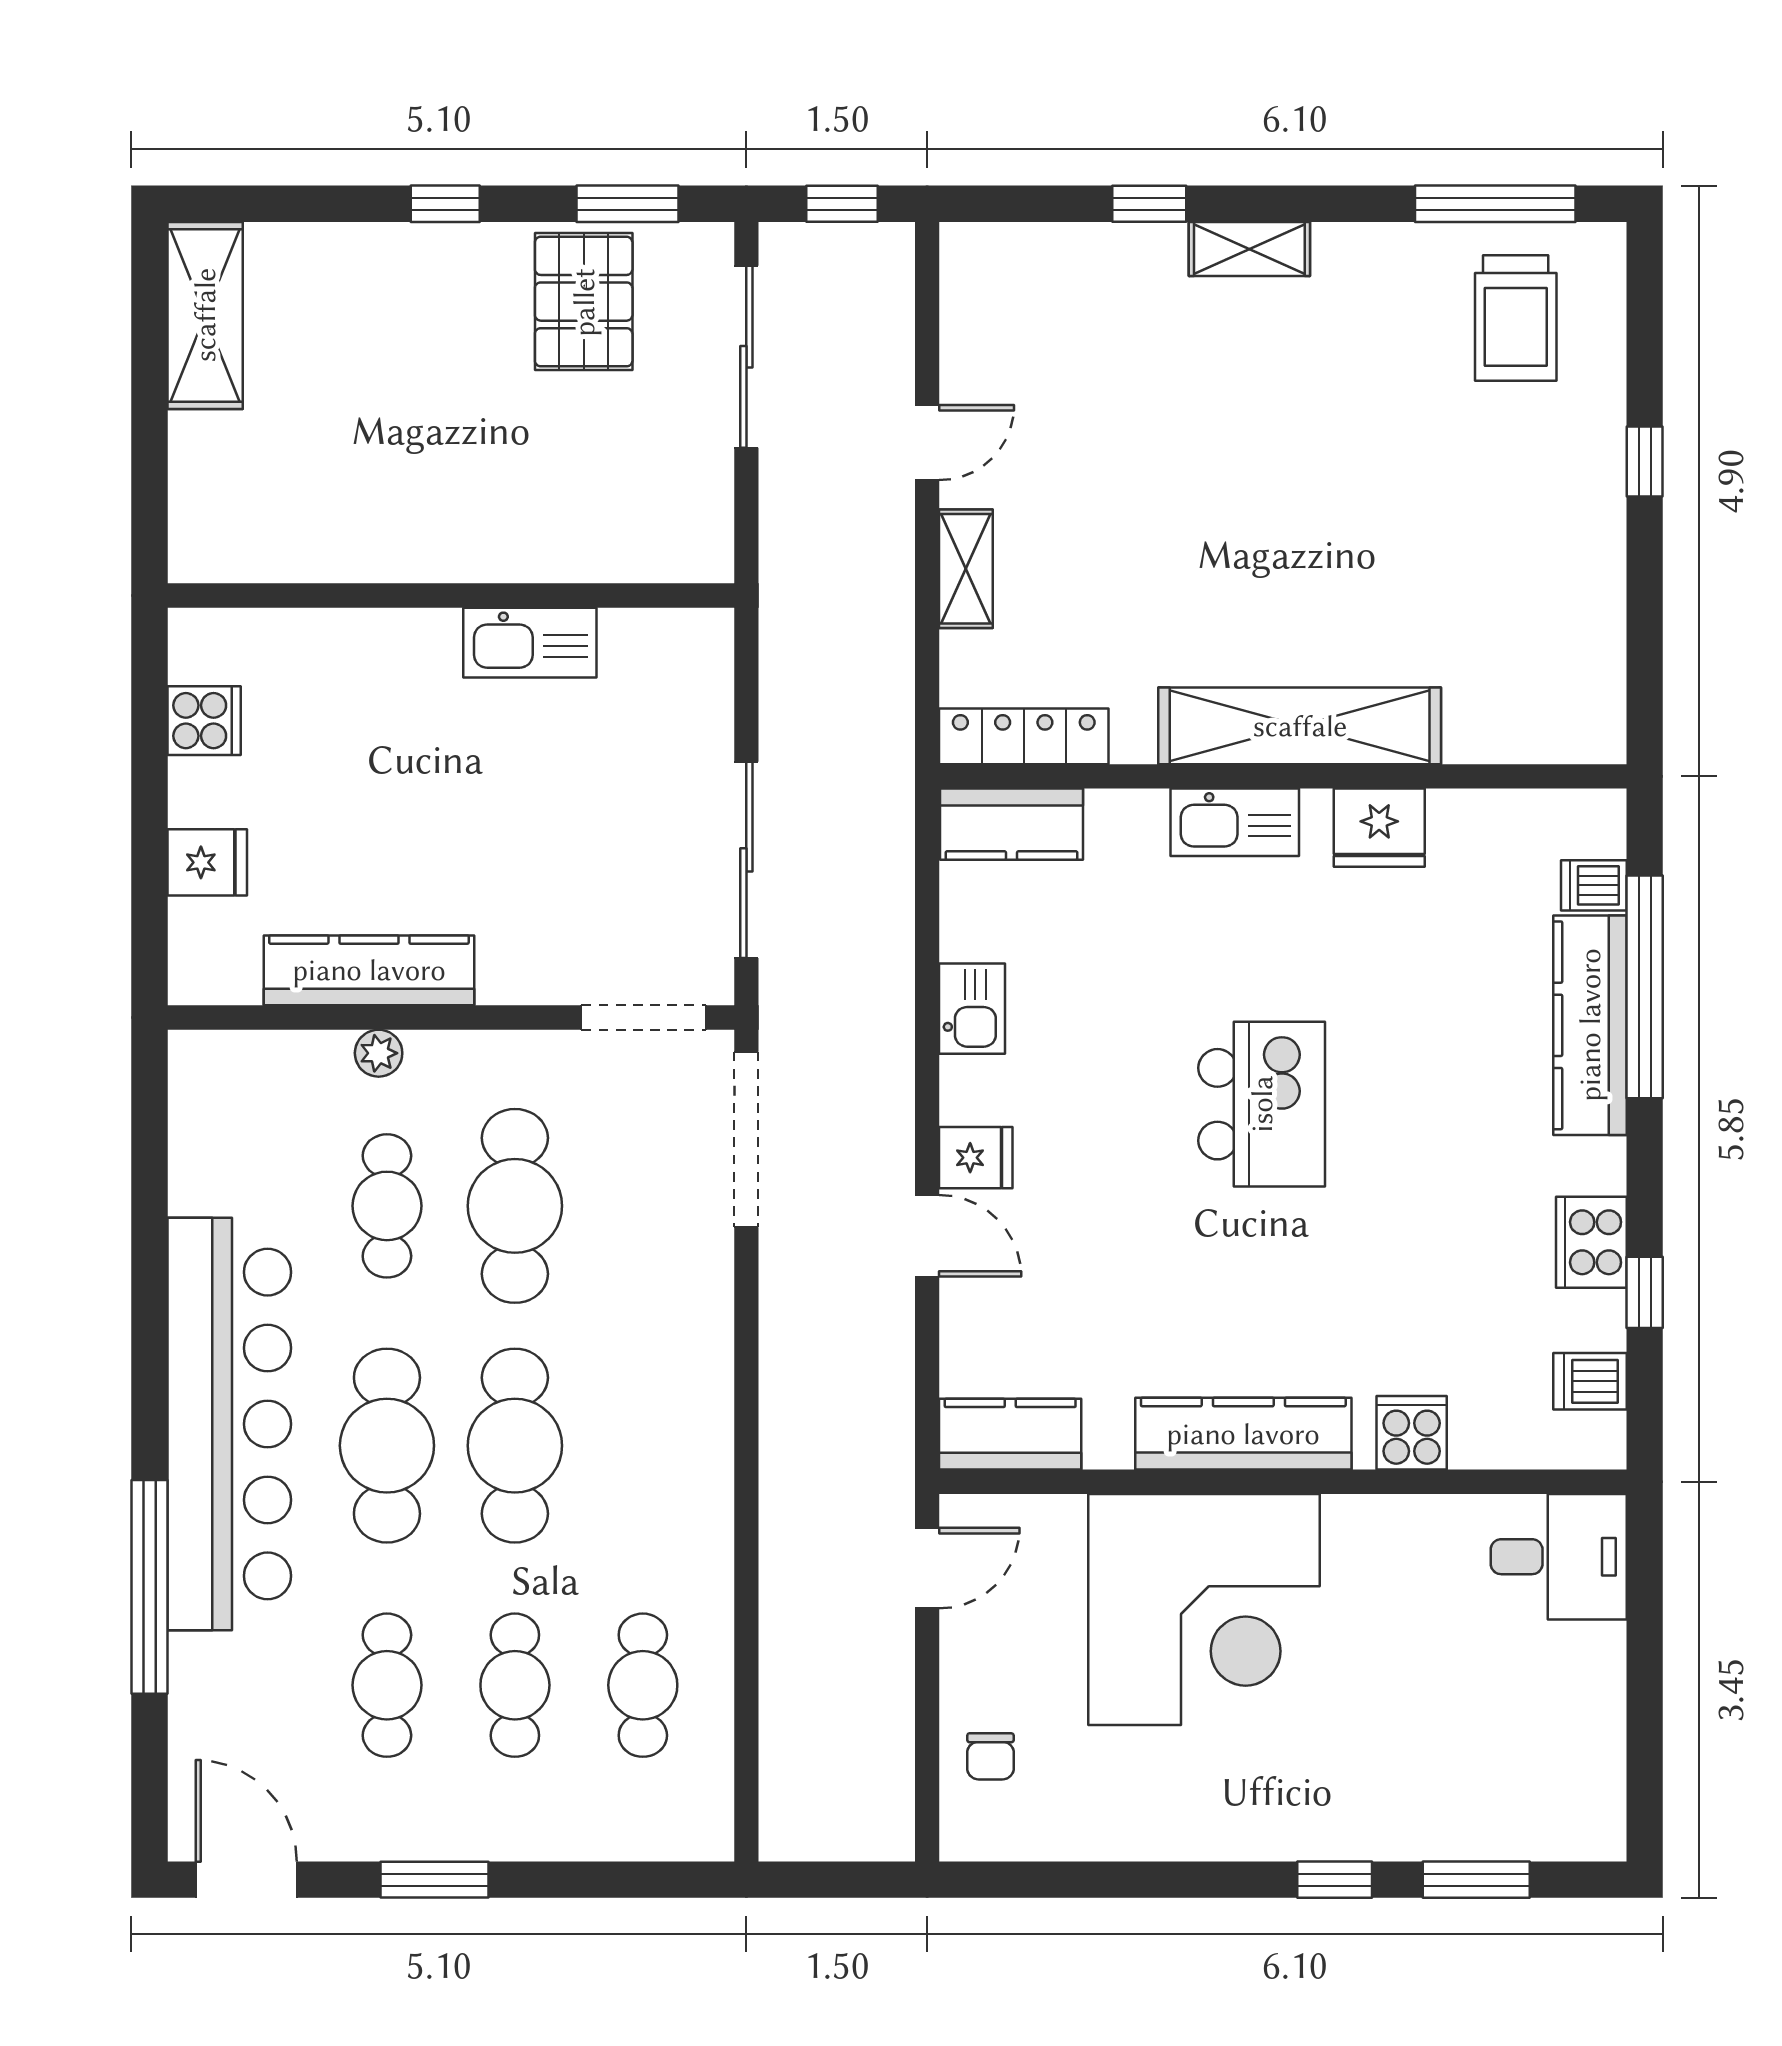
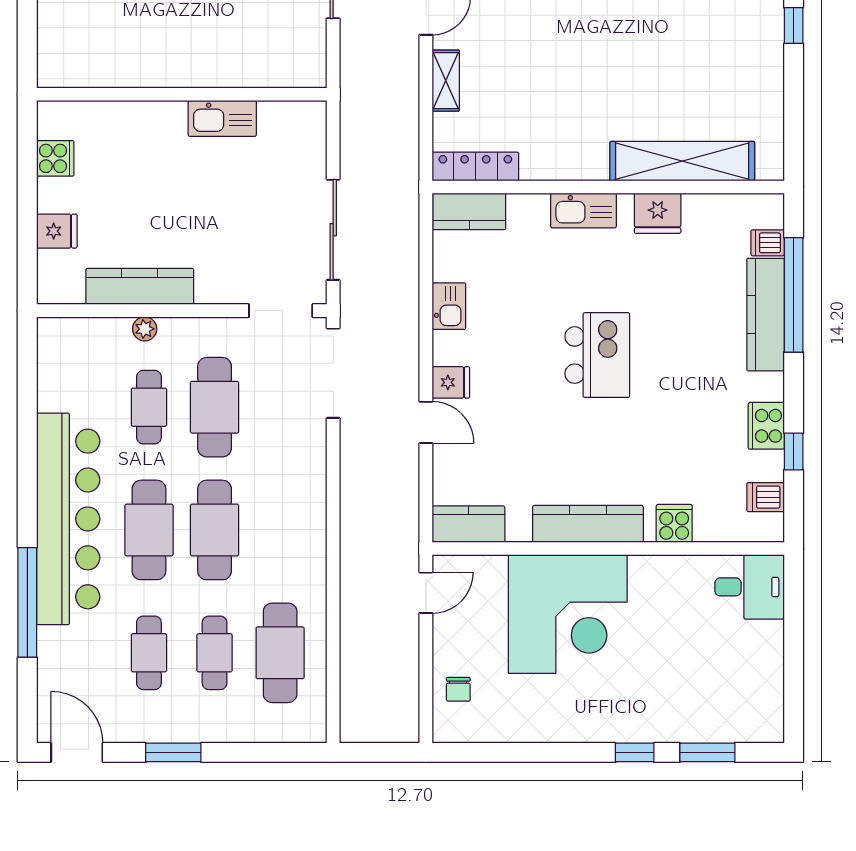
shelving: (1300, 726) -> (682, 161), moved
cafe table: (643, 1685) -> (280, 653), width x1.37, depth x1.35

